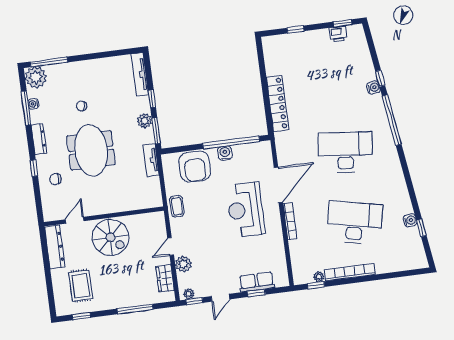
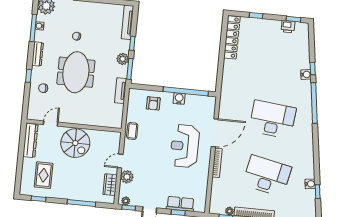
locker: (278, 104) -> (232, 37), moved
armchair: (195, 166) -> (153, 103), width x0.53, depth x0.53

